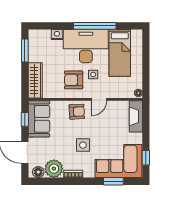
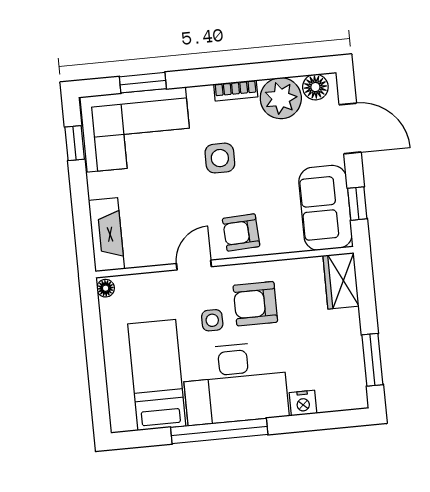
wardrobe: (35, 80) -> (341, 281), width x0.67
armchair: (74, 80) -> (255, 304), turned 180

